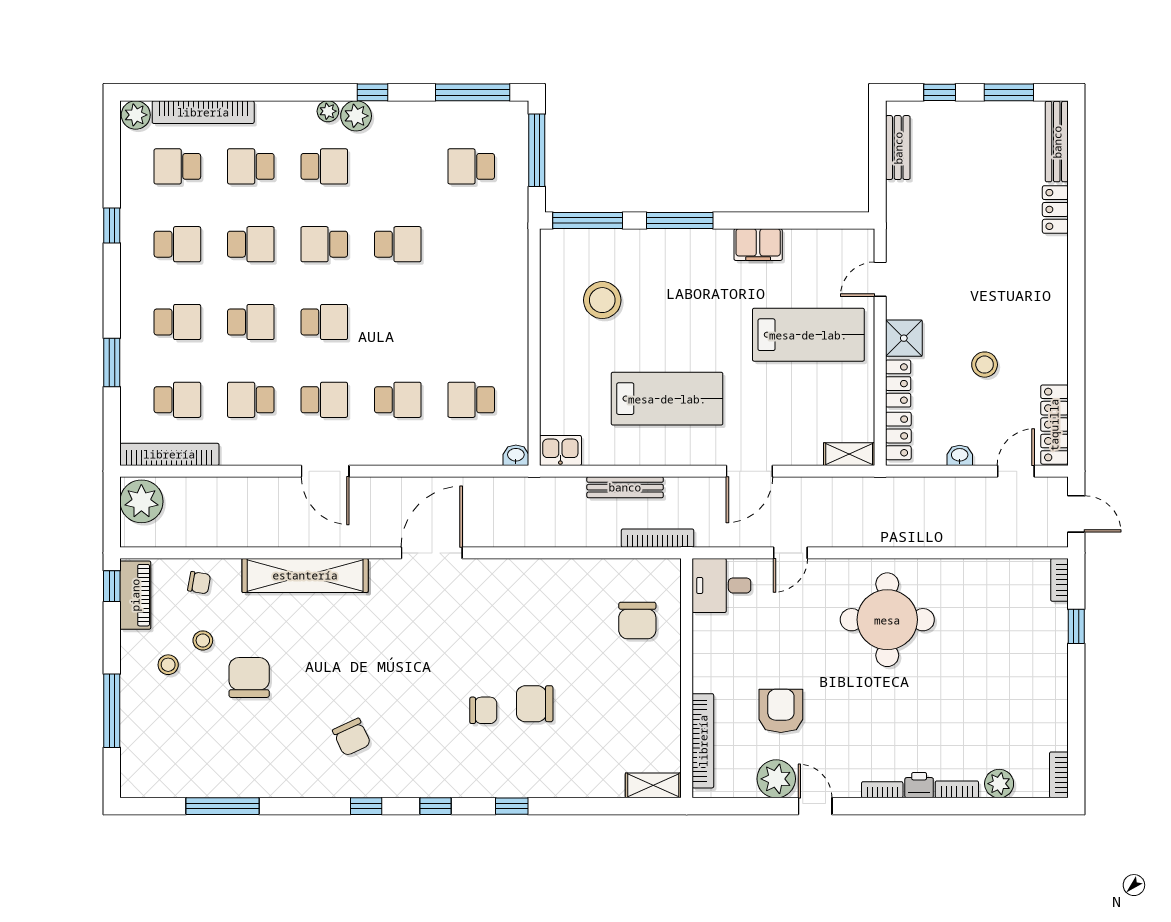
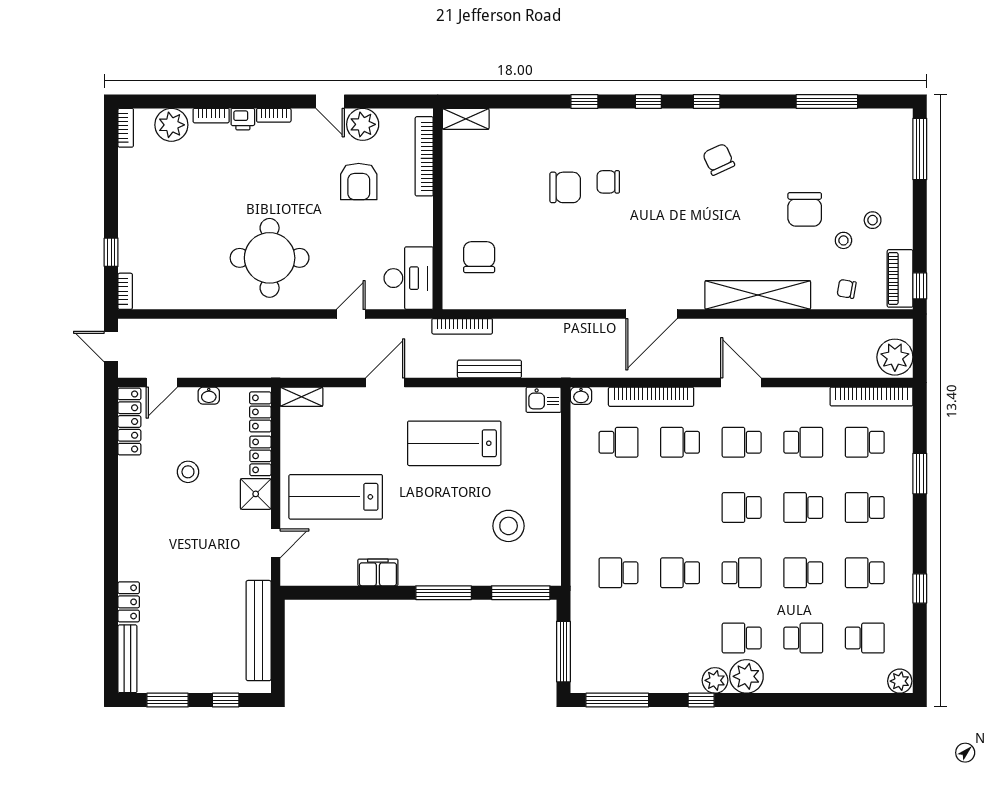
plant: (328, 111) -> (746, 676), width x1.88, depth x1.88
bookcase: (203, 112) -> (651, 397), moved, turned 180
bench: (898, 148) -> (259, 631), width x1.86, depth x1.21
school desk: (471, 166) -> (618, 573), moved, turned 180
desk: (721, 585) -> (409, 278), width x1.37
window: (112, 711) -> (920, 149), moved
plant: (999, 784) -> (171, 125), width x1.36, depth x1.36

